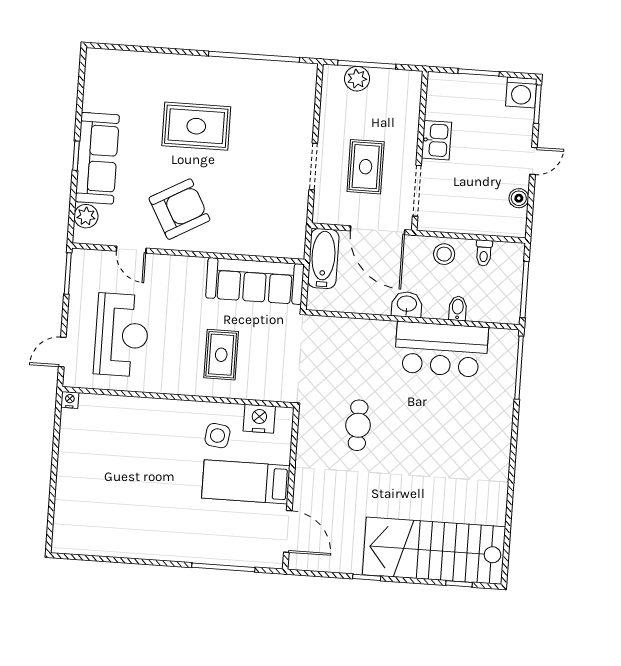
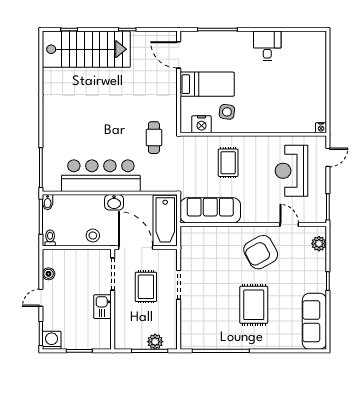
rug: (196, 126) -> (254, 305), turned 90
sofa: (97, 158) -> (314, 321), moved
toilet: (484, 253) -> (50, 238), moved
bathtub: (323, 259) -> (165, 221), width x1.36, depth x1.36
bidet: (458, 308) -> (48, 202), moved
bar counter: (441, 349) -> (101, 176), width x1.36
cafe table: (358, 425) -> (154, 138), moved
desk: (146, 536) -> (267, 46), added

